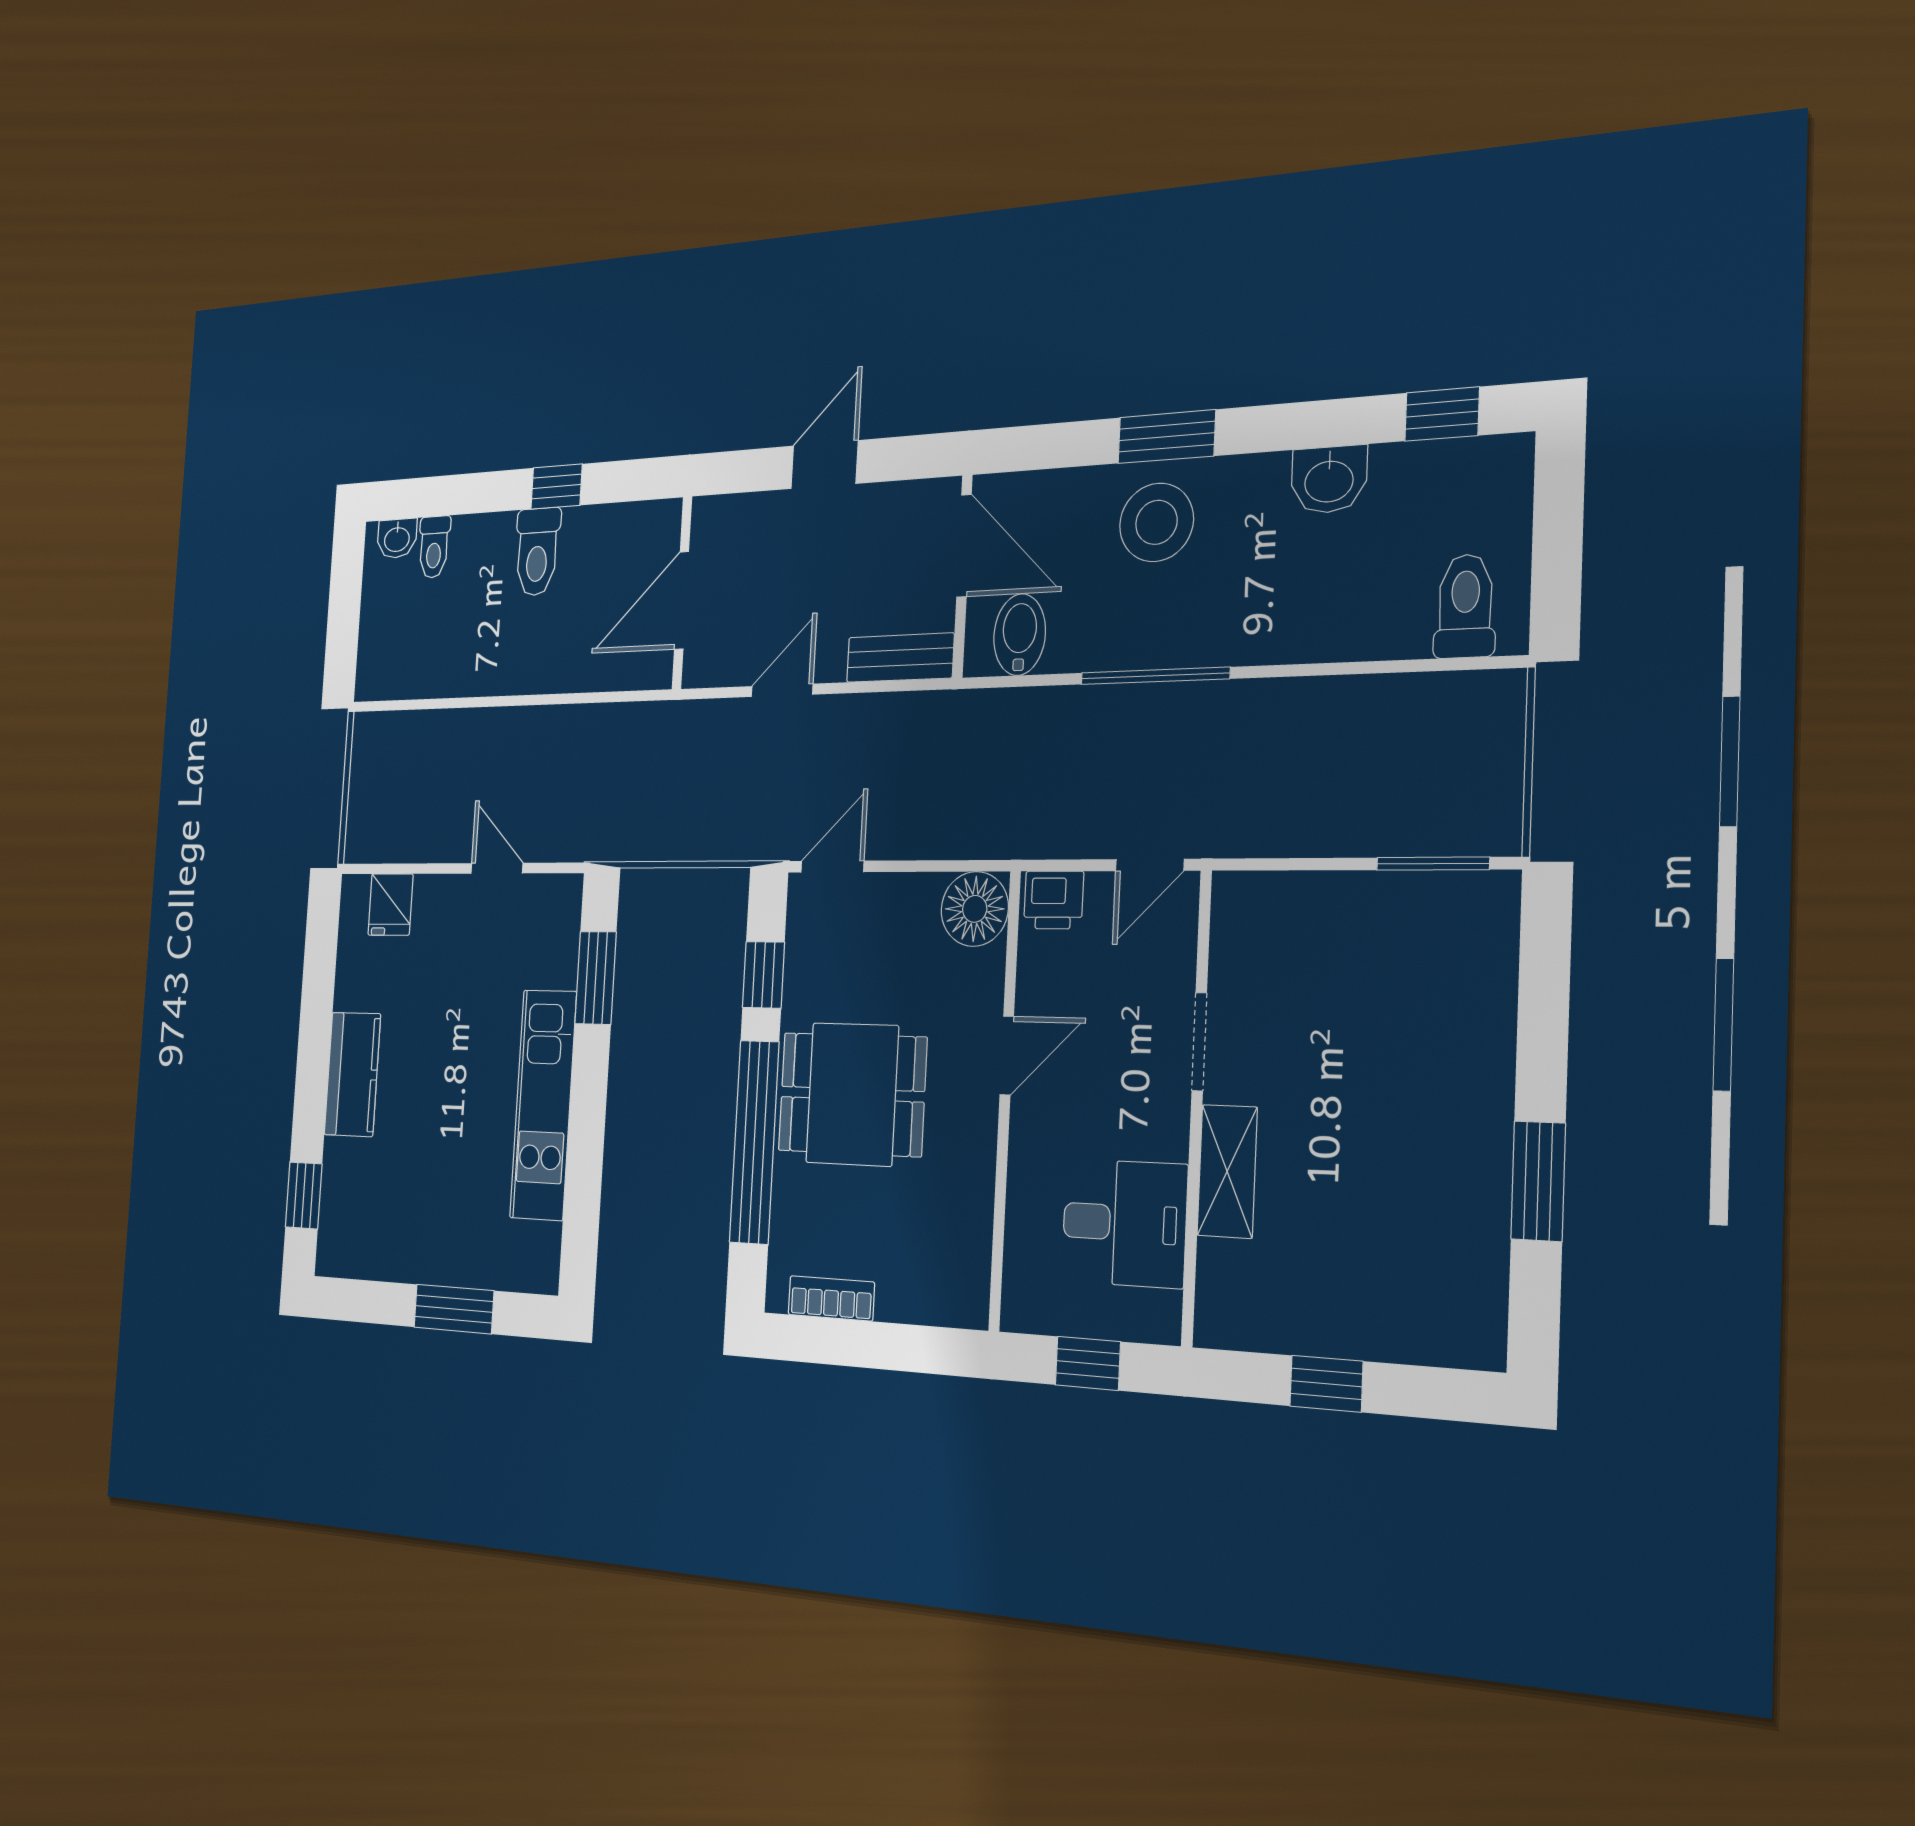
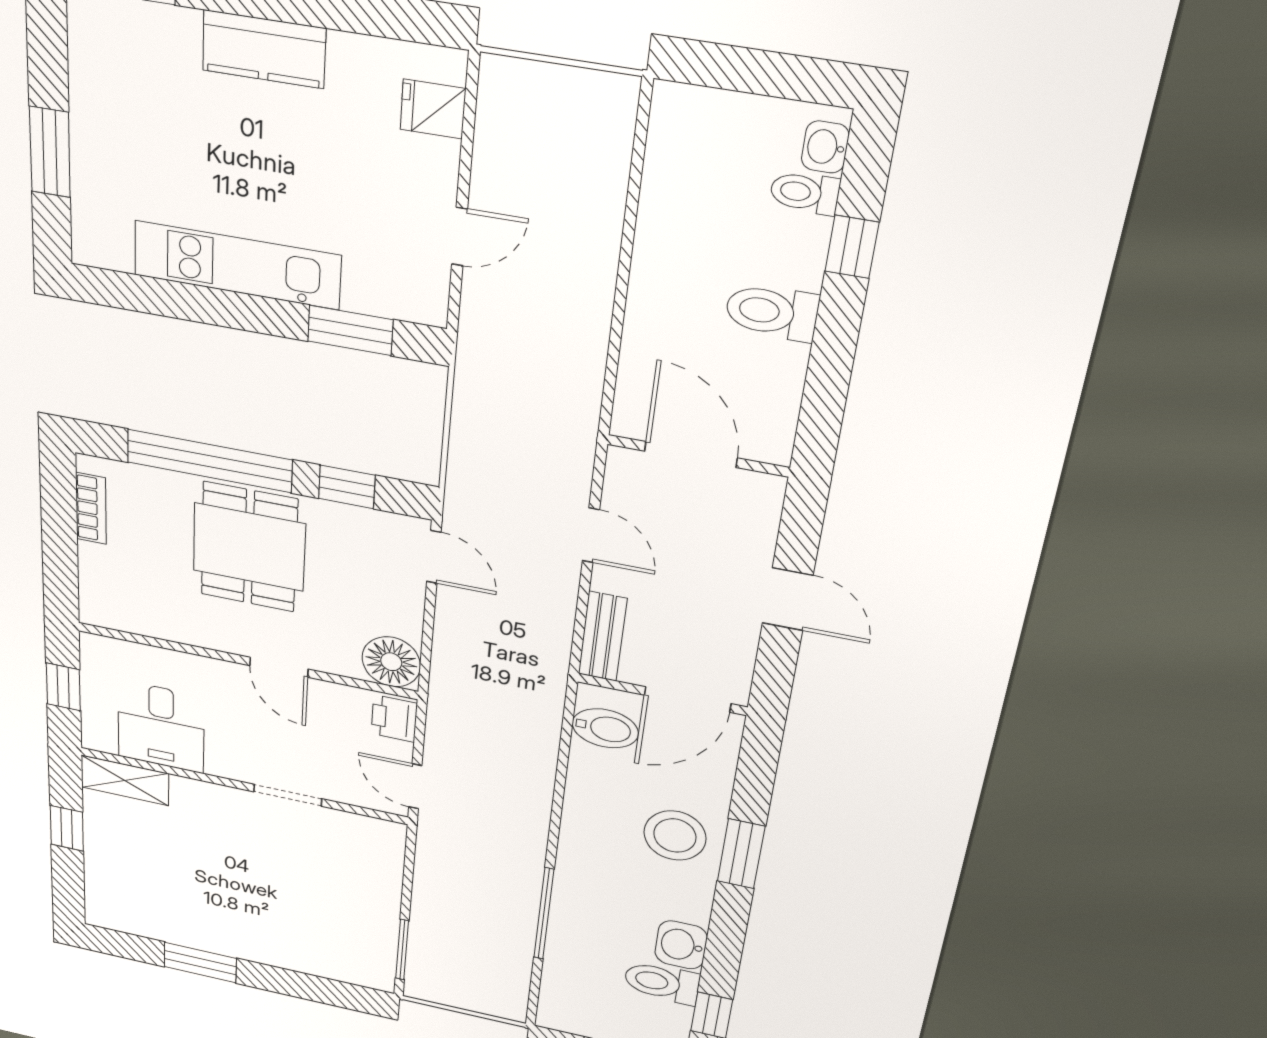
window: (556, 487) -> (852, 247), moved
toilet: (1465, 606) -> (662, 983), moved, turned 180
window: (1155, 676) -> (544, 914), moved
shelving: (1227, 1171) -> (125, 780), moved

